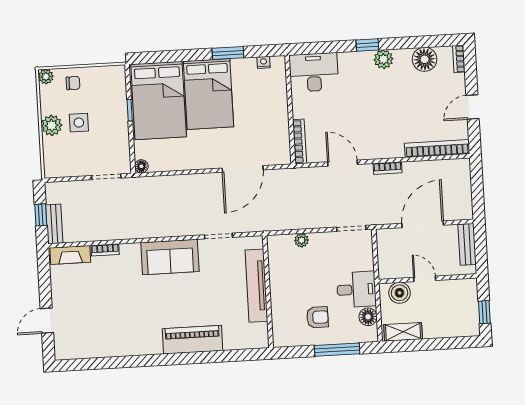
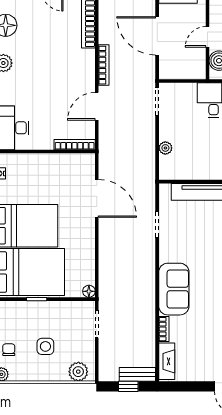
plant: (52, 125) -> (78, 372), moved
bookcase: (388, 168) -> (104, 65), width x1.56
sofa: (170, 257) -> (174, 289), moved

